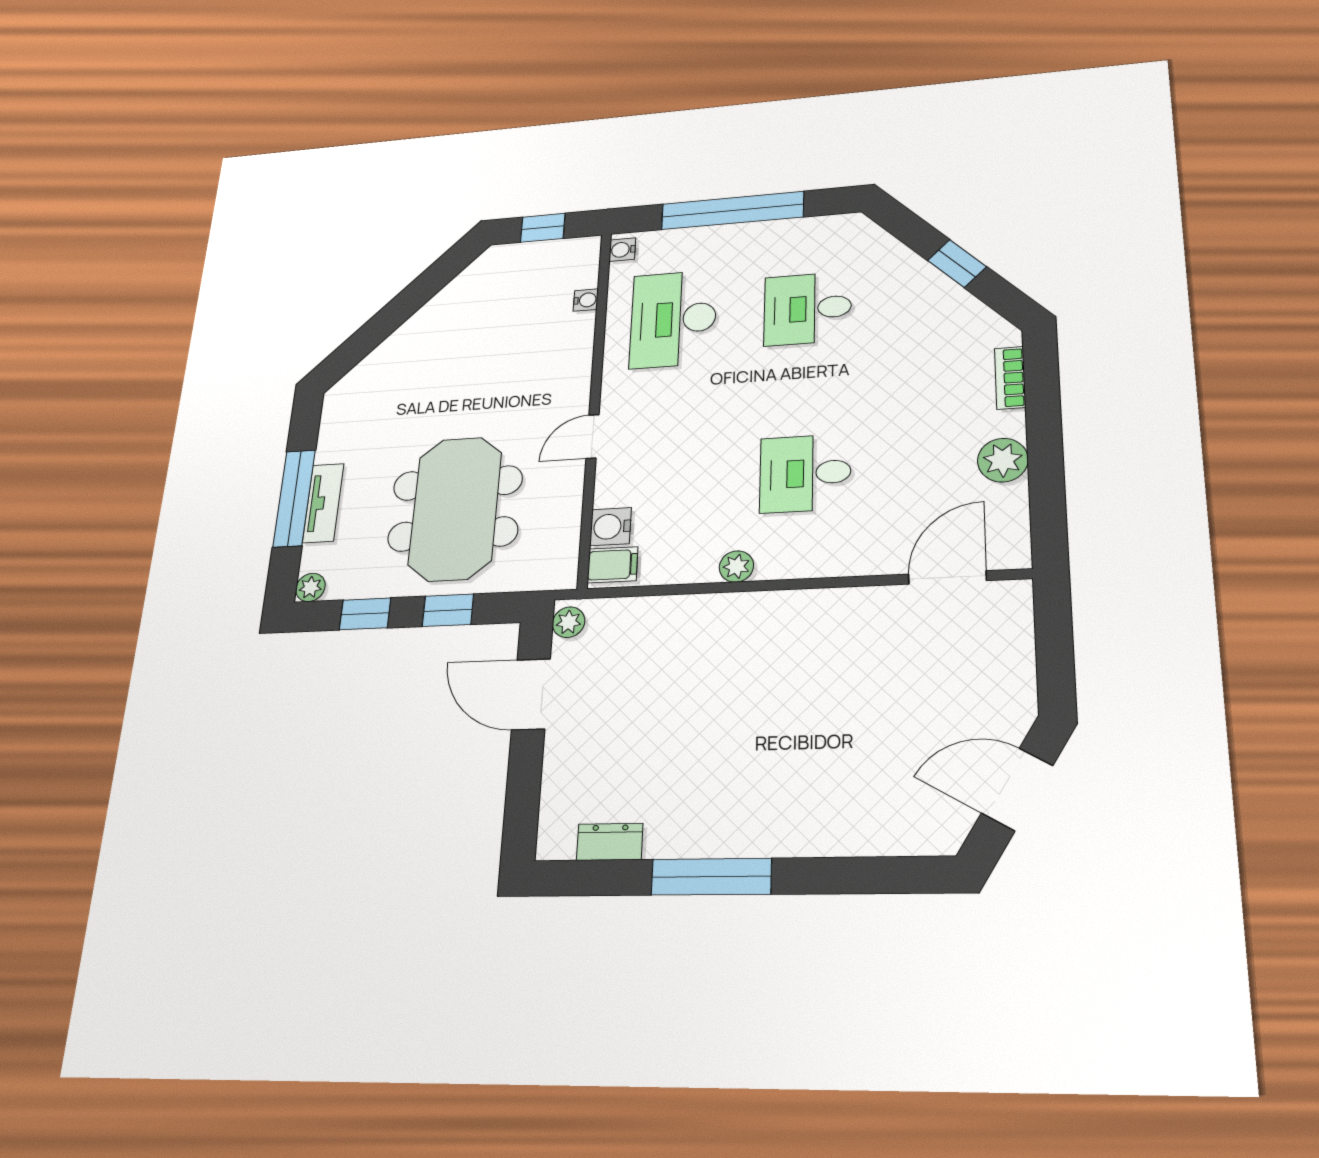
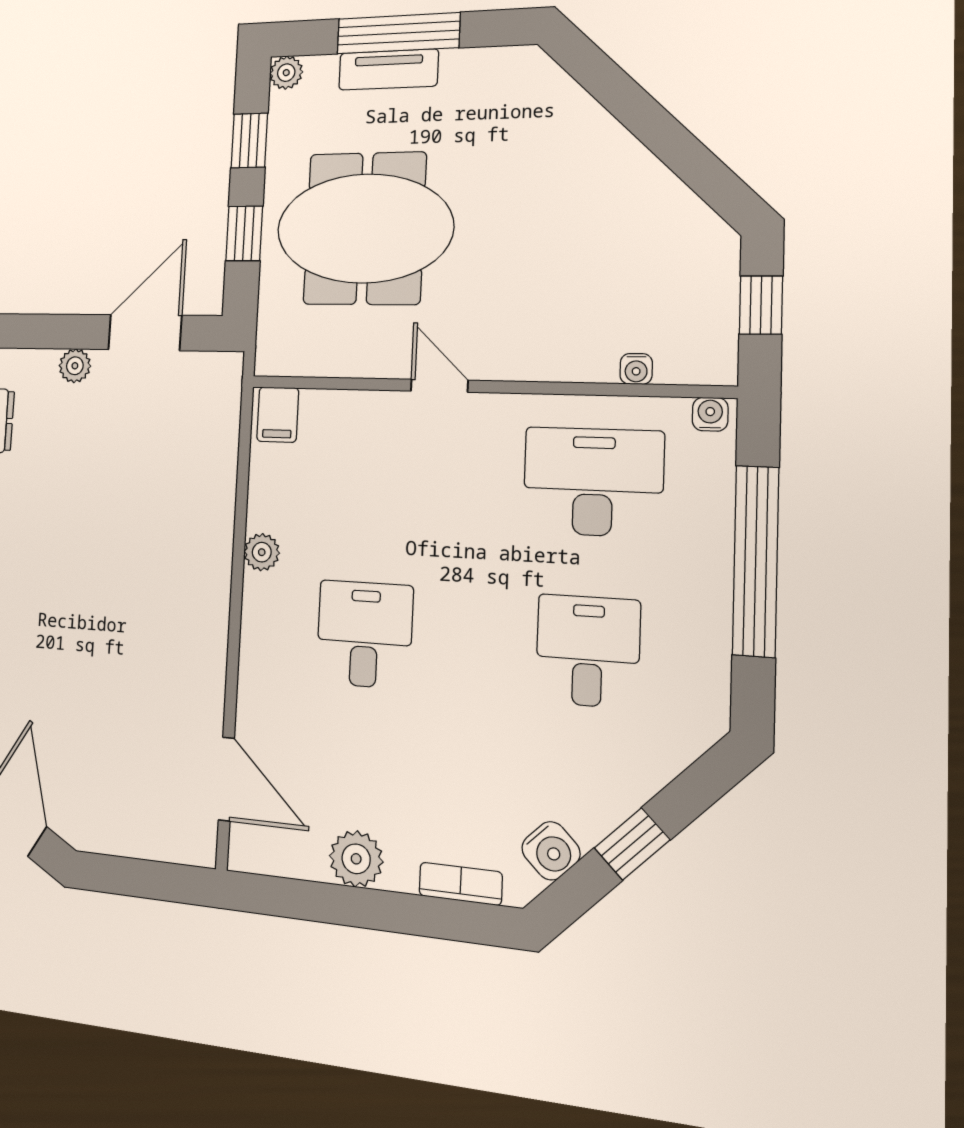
water cooler: (611, 527) -> (551, 851), moved, turned 135
plant: (569, 622) -> (75, 366), moved

